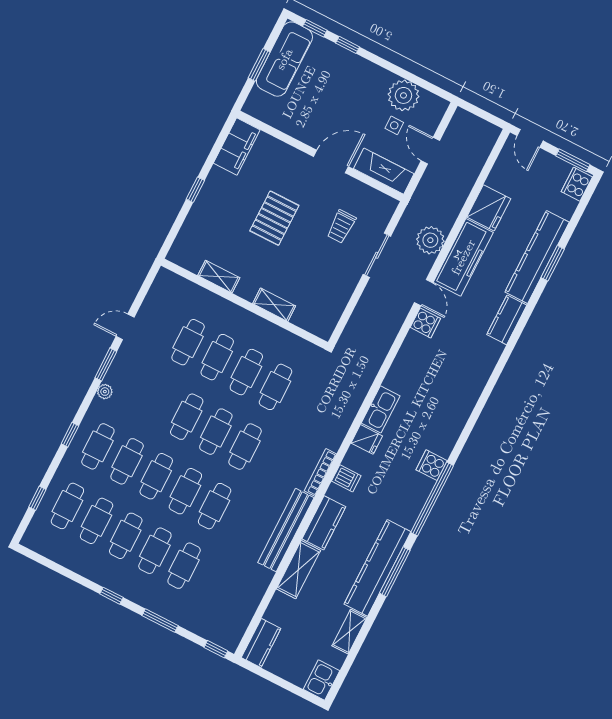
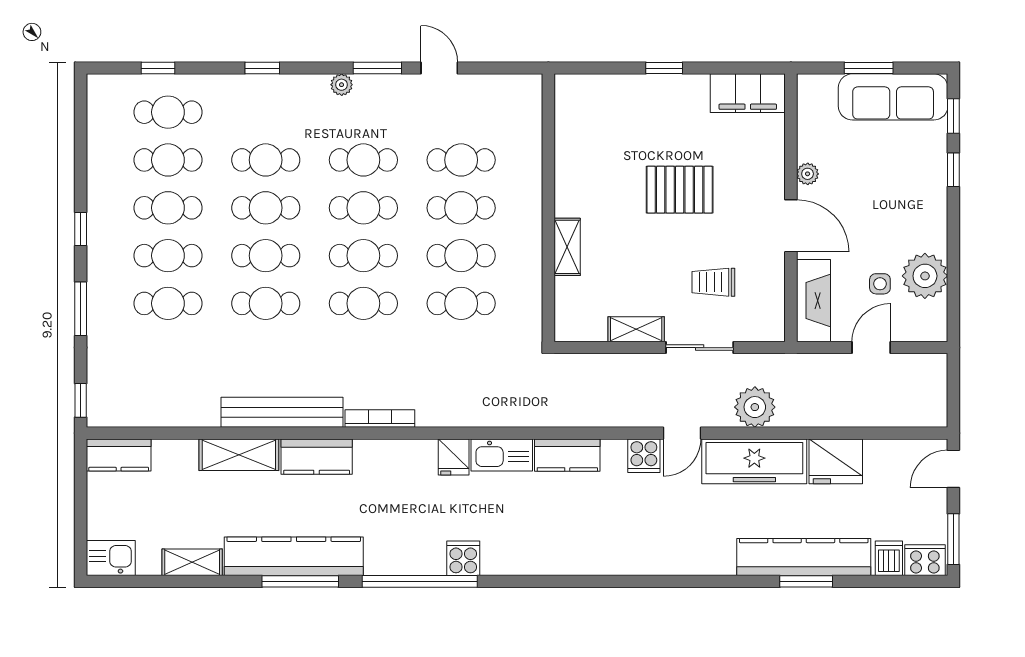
plant: (305, 135) -> (808, 174), added
shelving: (219, 277) -> (636, 329), moved, turned 90
kitchen counter: (507, 320) -> (567, 455), moved, turned 180
cafe table: (98, 446) -> (363, 160), moved
dishwasher: (346, 478) -> (889, 558), moved, turned 180

